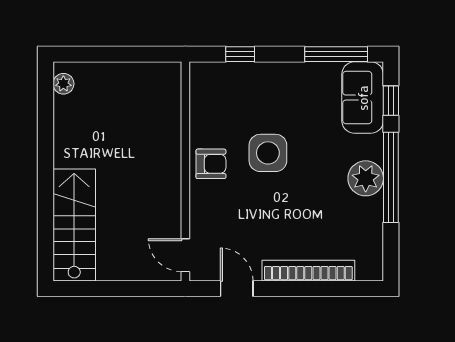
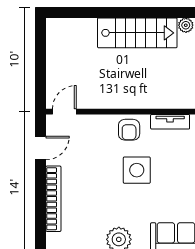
tv unit: (200, 106) -> (170, 122), added
stairs: (74, 225) -> (137, 33), moved

